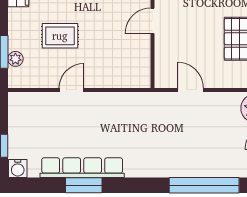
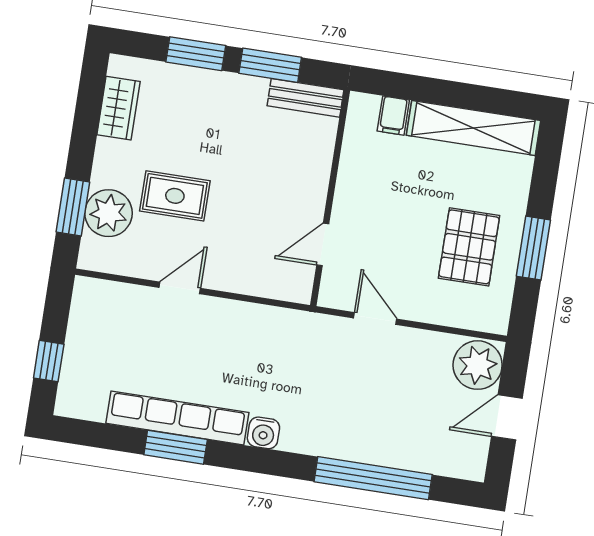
door: (152, 21) -> (323, 244), moved
plant: (15, 59) -> (109, 213), width x1.87, depth x1.87
water cooler: (18, 168) -> (263, 433), moved

